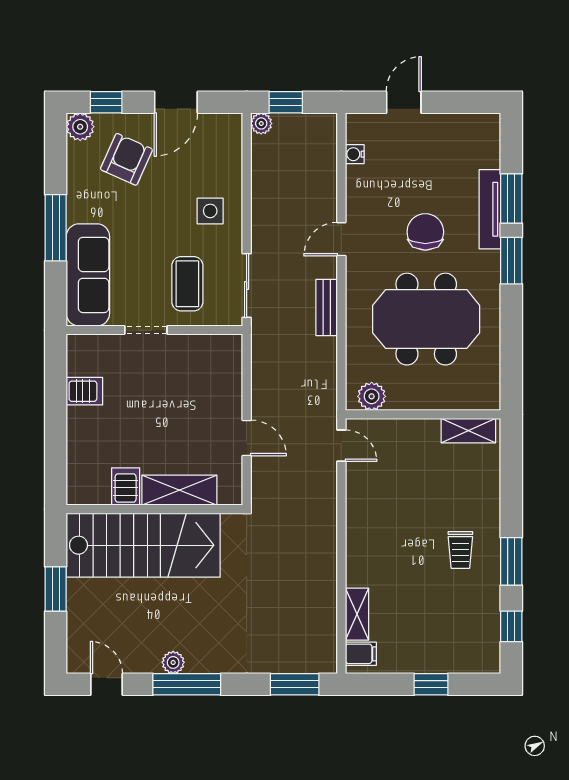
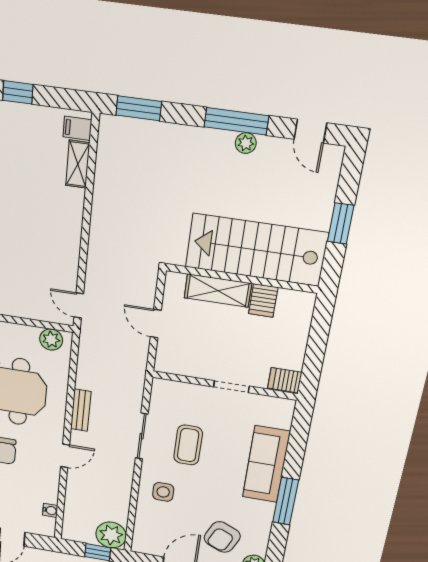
plant: (261, 123) -> (111, 535), width x1.88, depth x1.88
doorway: (146, 330) -> (231, 387), moved
wall: (154, 330) -> (224, 385), moved

